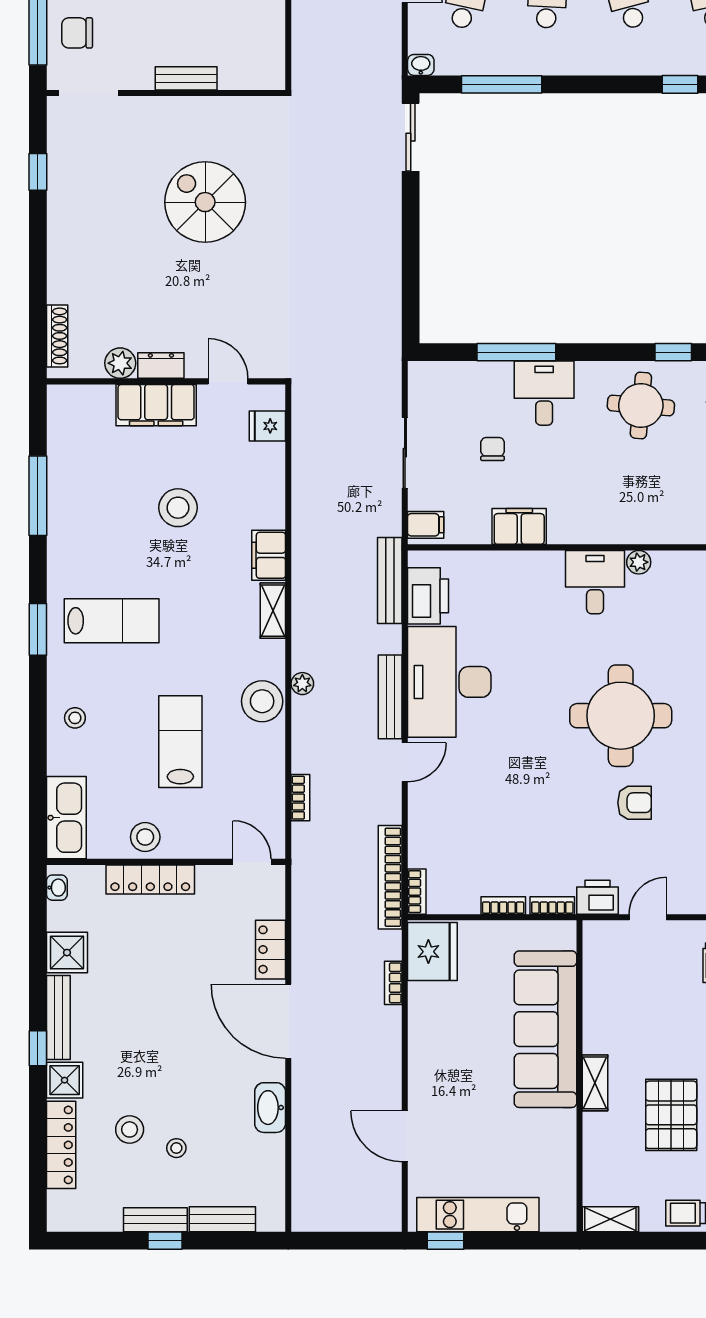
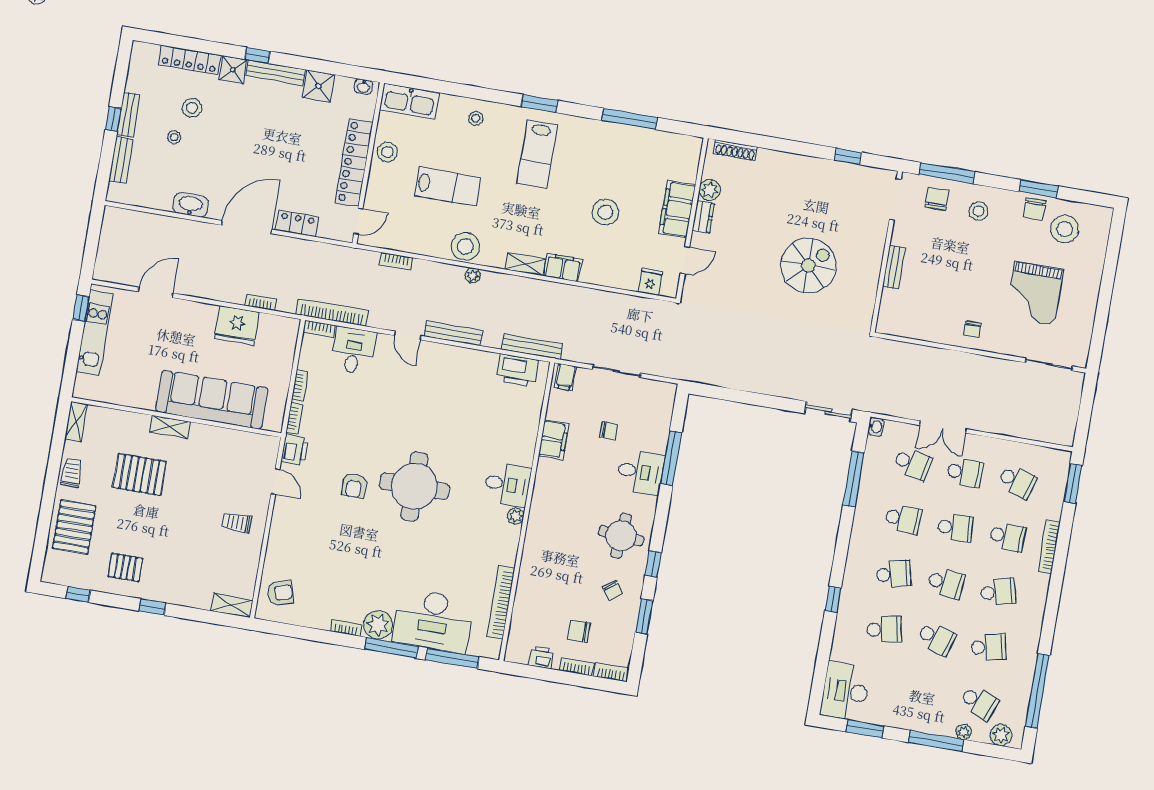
desk: (449, 682) -> (353, 350), moved, width x0.53, depth x0.77
locker: (150, 879) -> (354, 162), width x1.41, depth x1.21
fridge: (432, 952) -> (237, 325), moved

